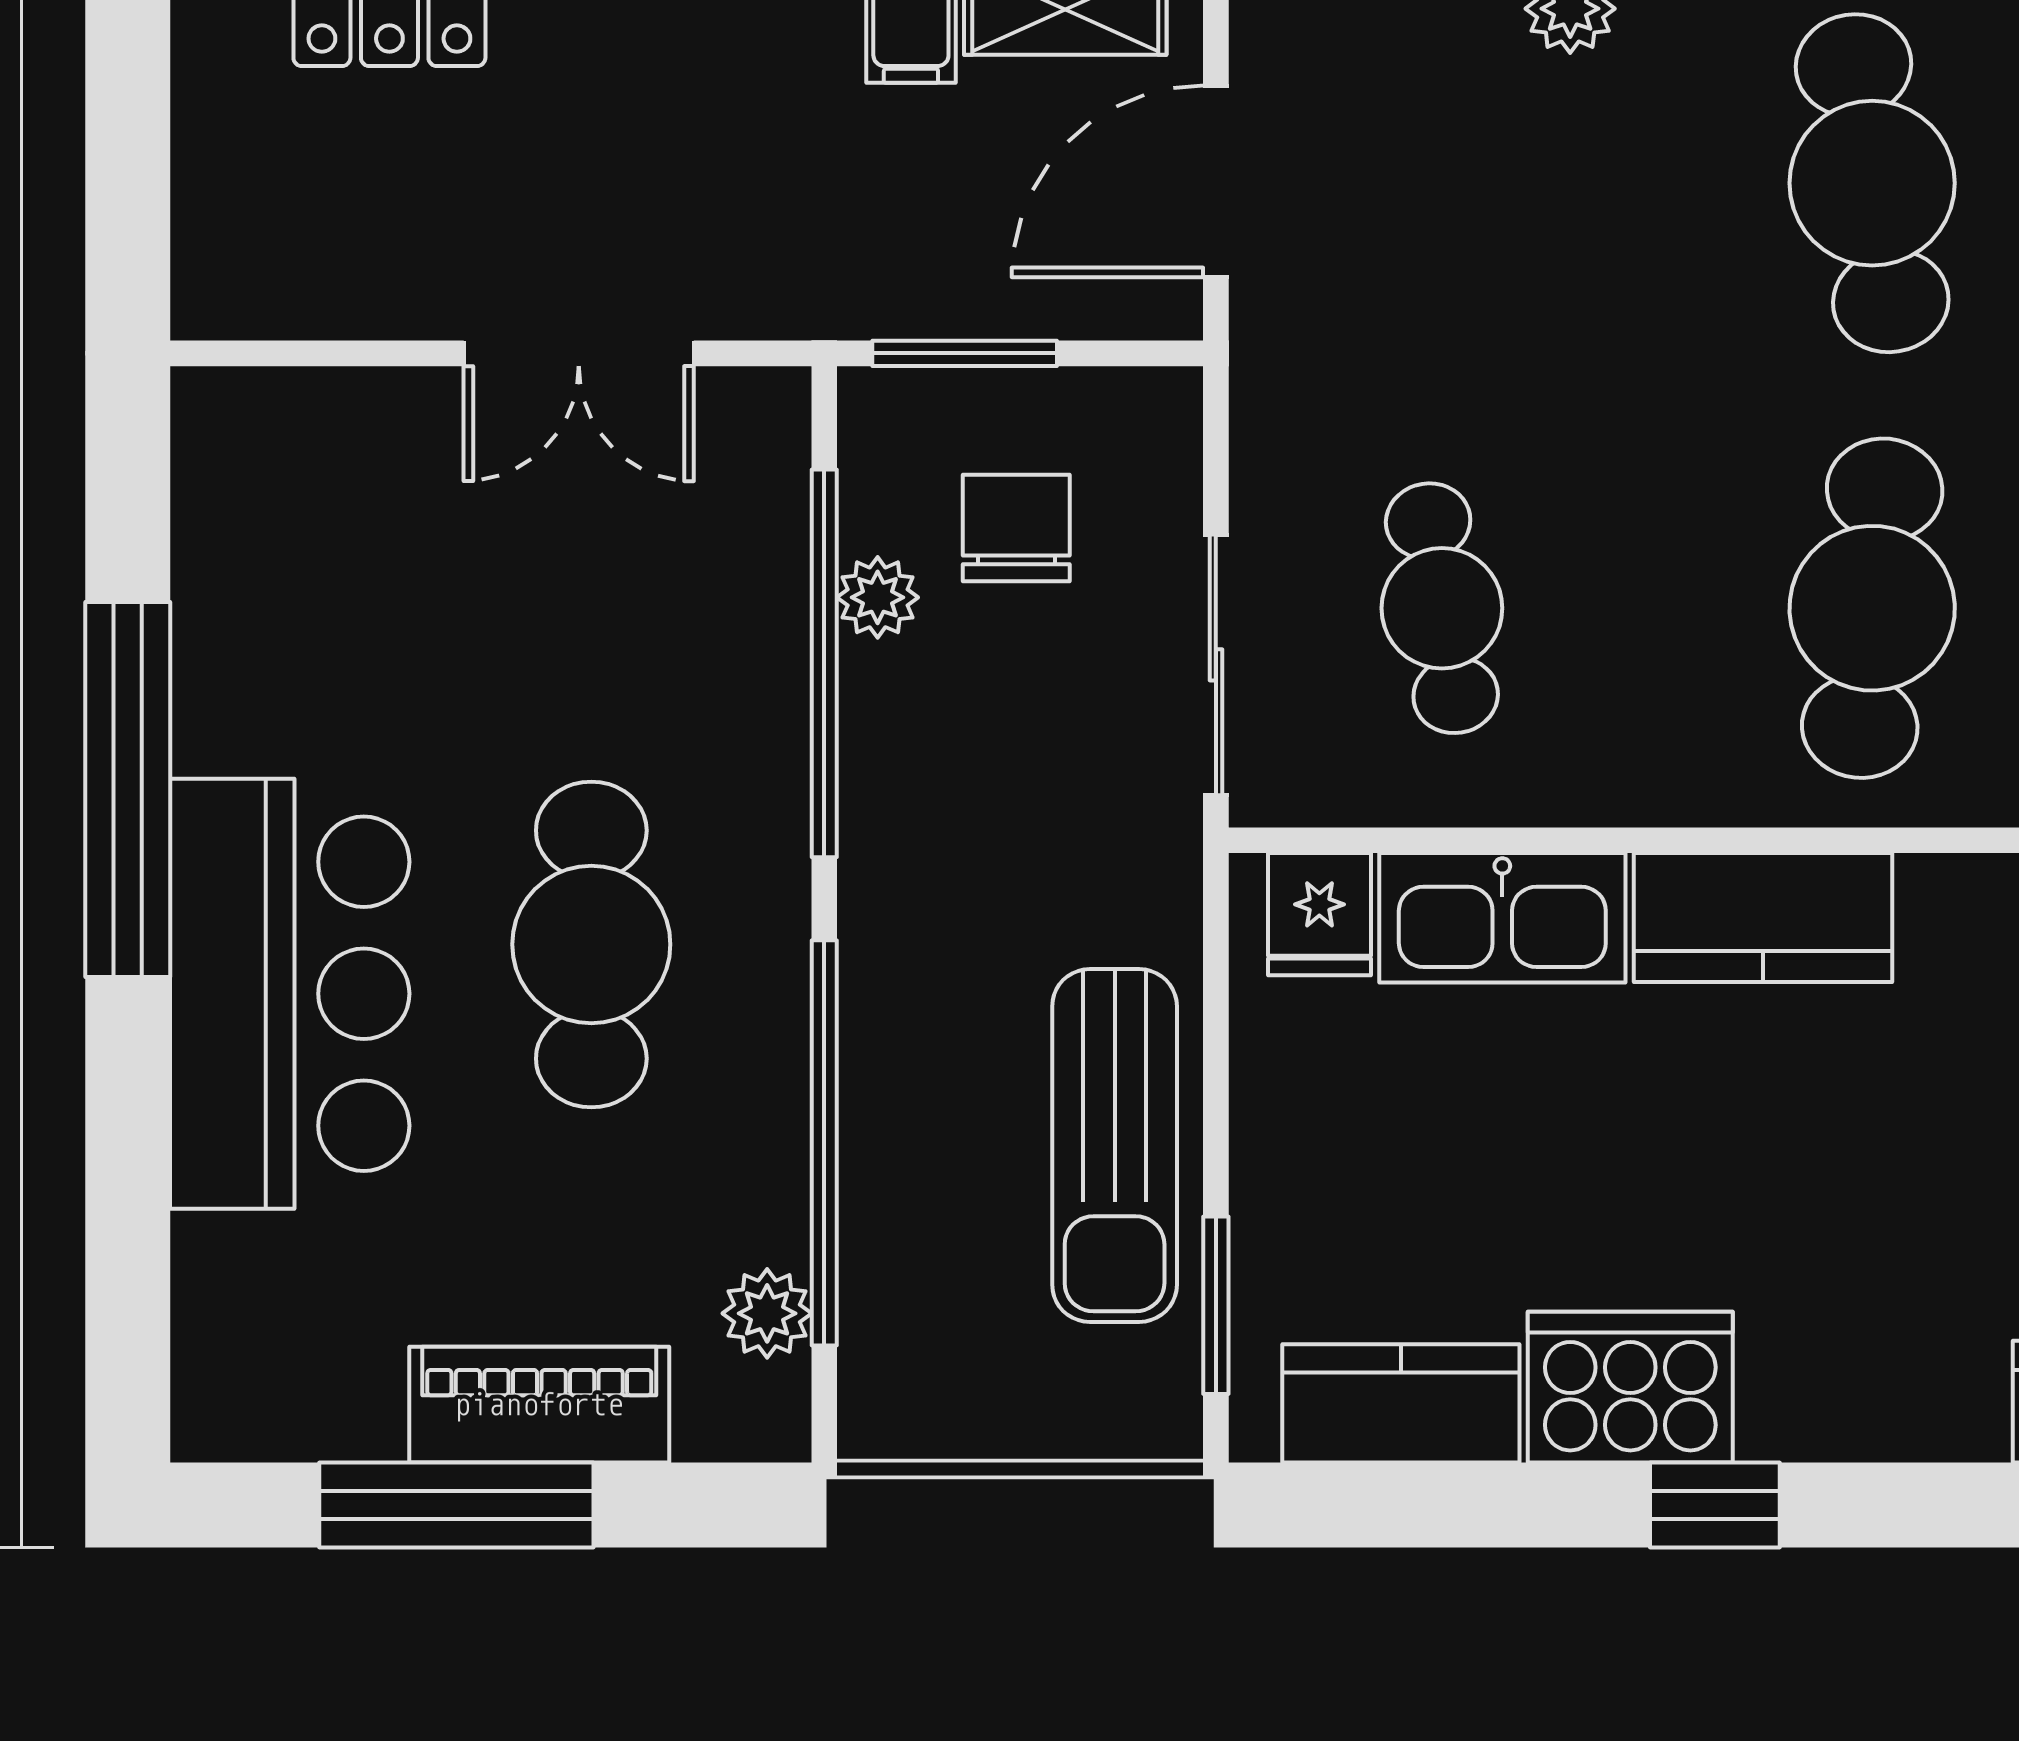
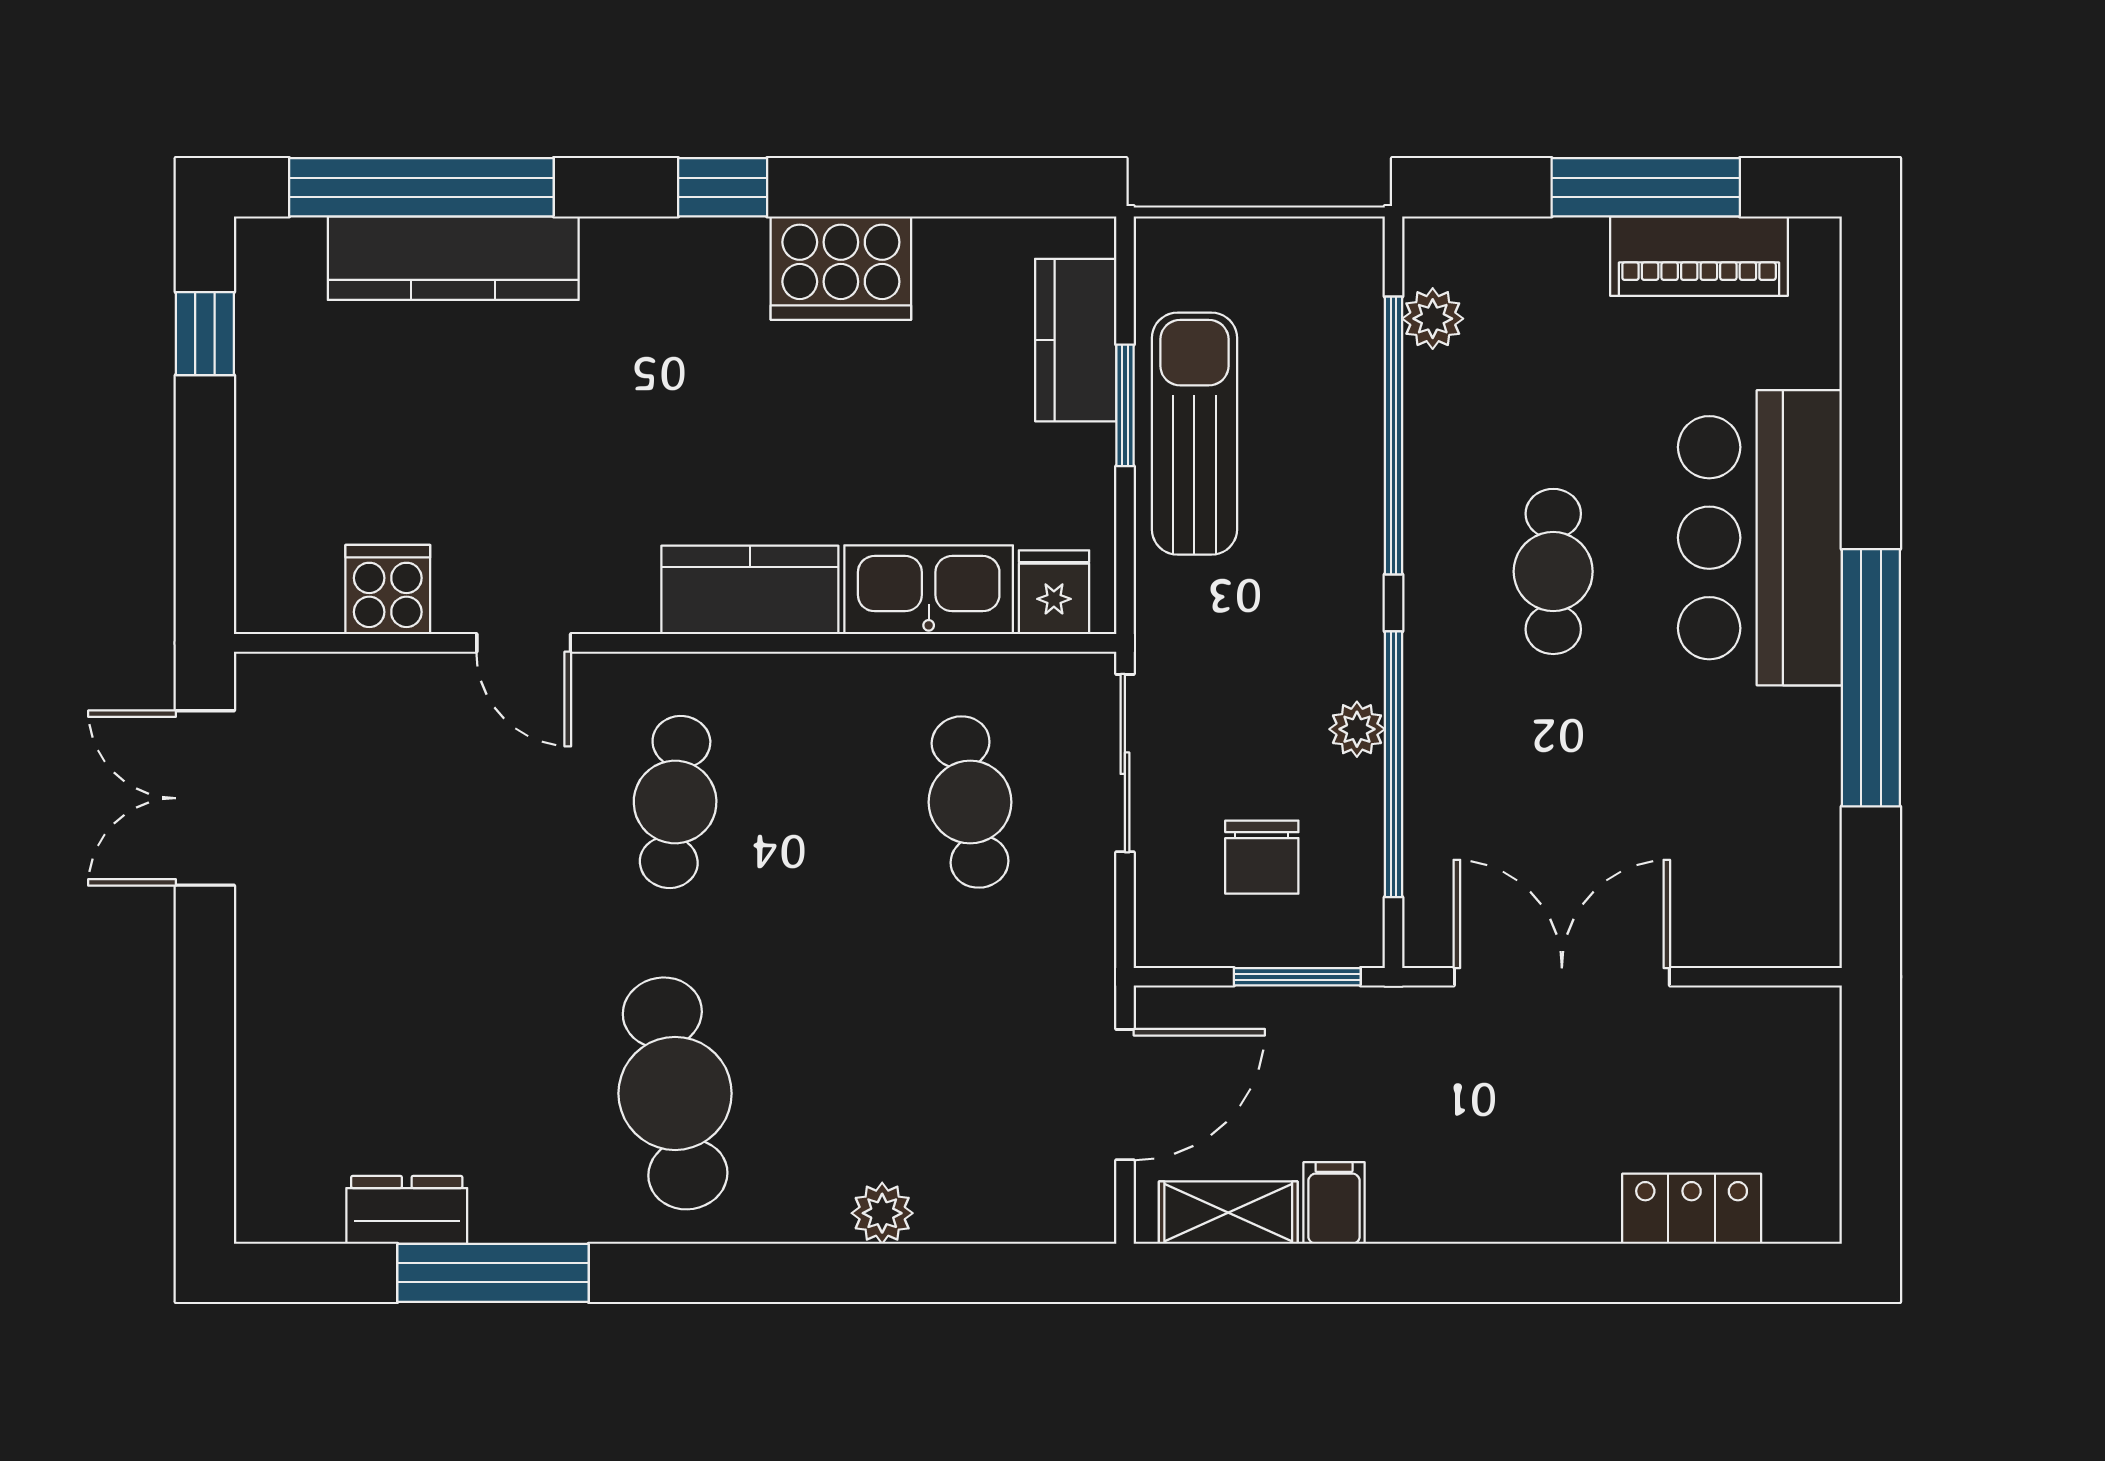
double door: (579, 353) -> (1562, 977), width x1.37
plant: (878, 597) -> (1357, 729), moved
cafe table: (1872, 608) -> (675, 802), width x0.73, depth x0.74
cafe table: (591, 944) -> (1553, 571), width x0.73, depth x0.74
window: (1216, 1305) -> (1125, 405), moved
kitchen counter: (1401, 1403) -> (1076, 340), moved, turned 90
piano: (539, 1405) -> (1699, 256), moved
window: (1715, 1505) -> (723, 187), moved

